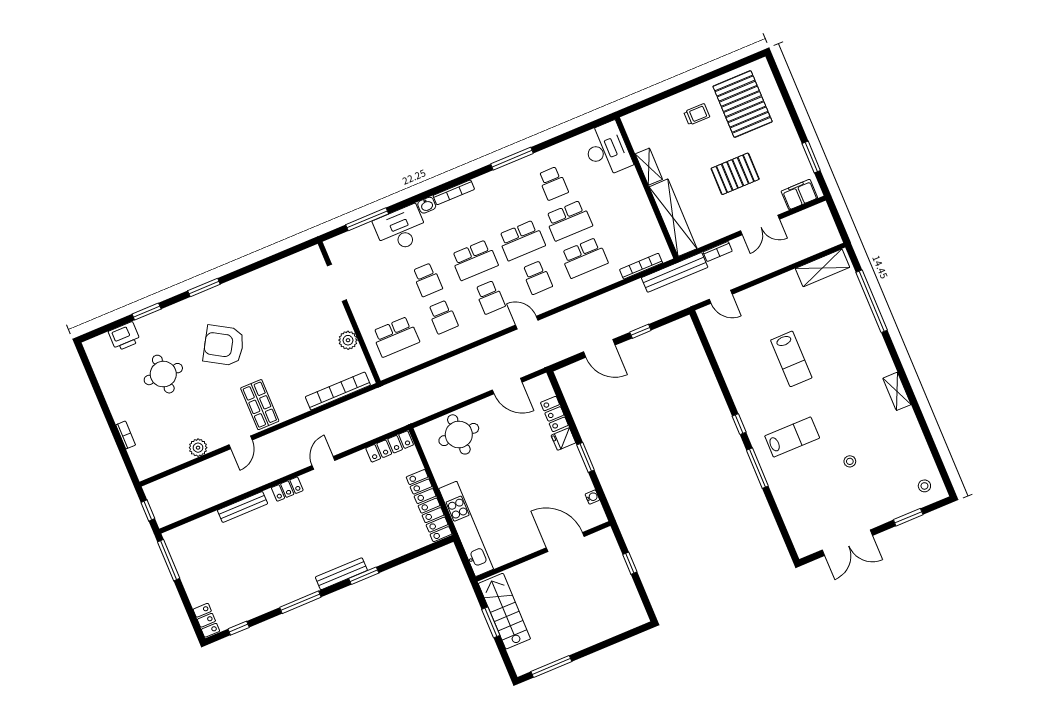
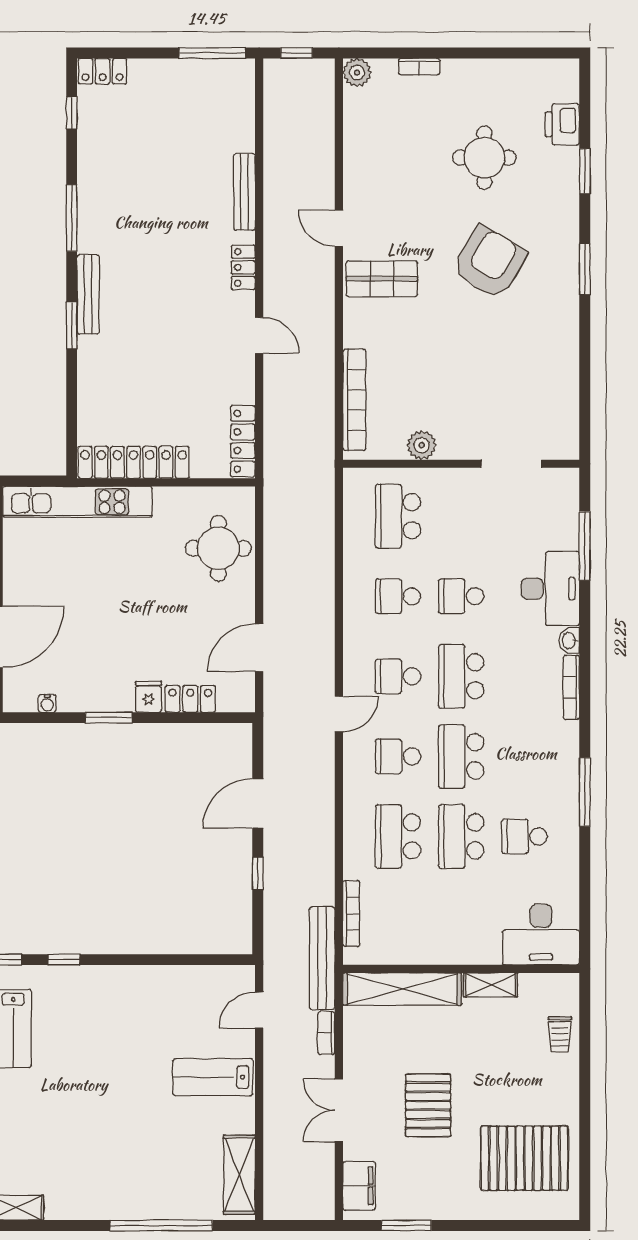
trolley: (697, 114) -> (560, 1034), moved
lab bench: (791, 359) -> (213, 1077), moved
plant: (198, 448) -> (357, 72), moved

